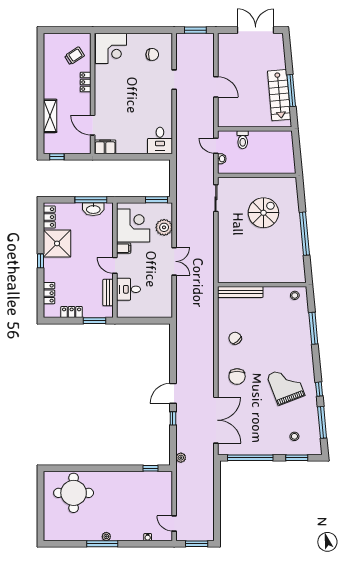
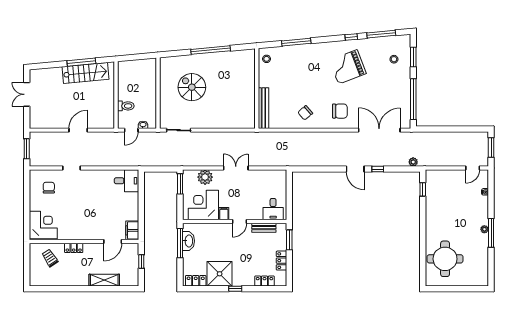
double door: (256, 30) -> (27, 94), width x0.73
window: (57, 157) -> (141, 262), moved
desk: (128, 289) -> (273, 209), moved

